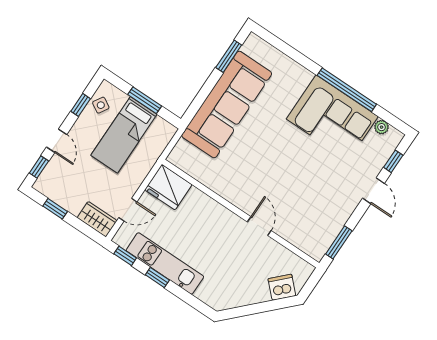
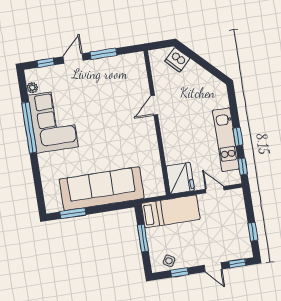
bed: (124, 135) -> (171, 211), moved
door: (57, 141) -> (213, 267), swing flipped
wardrobe: (97, 219) -> (237, 202), removed
window: (339, 242) -> (103, 54), moved

